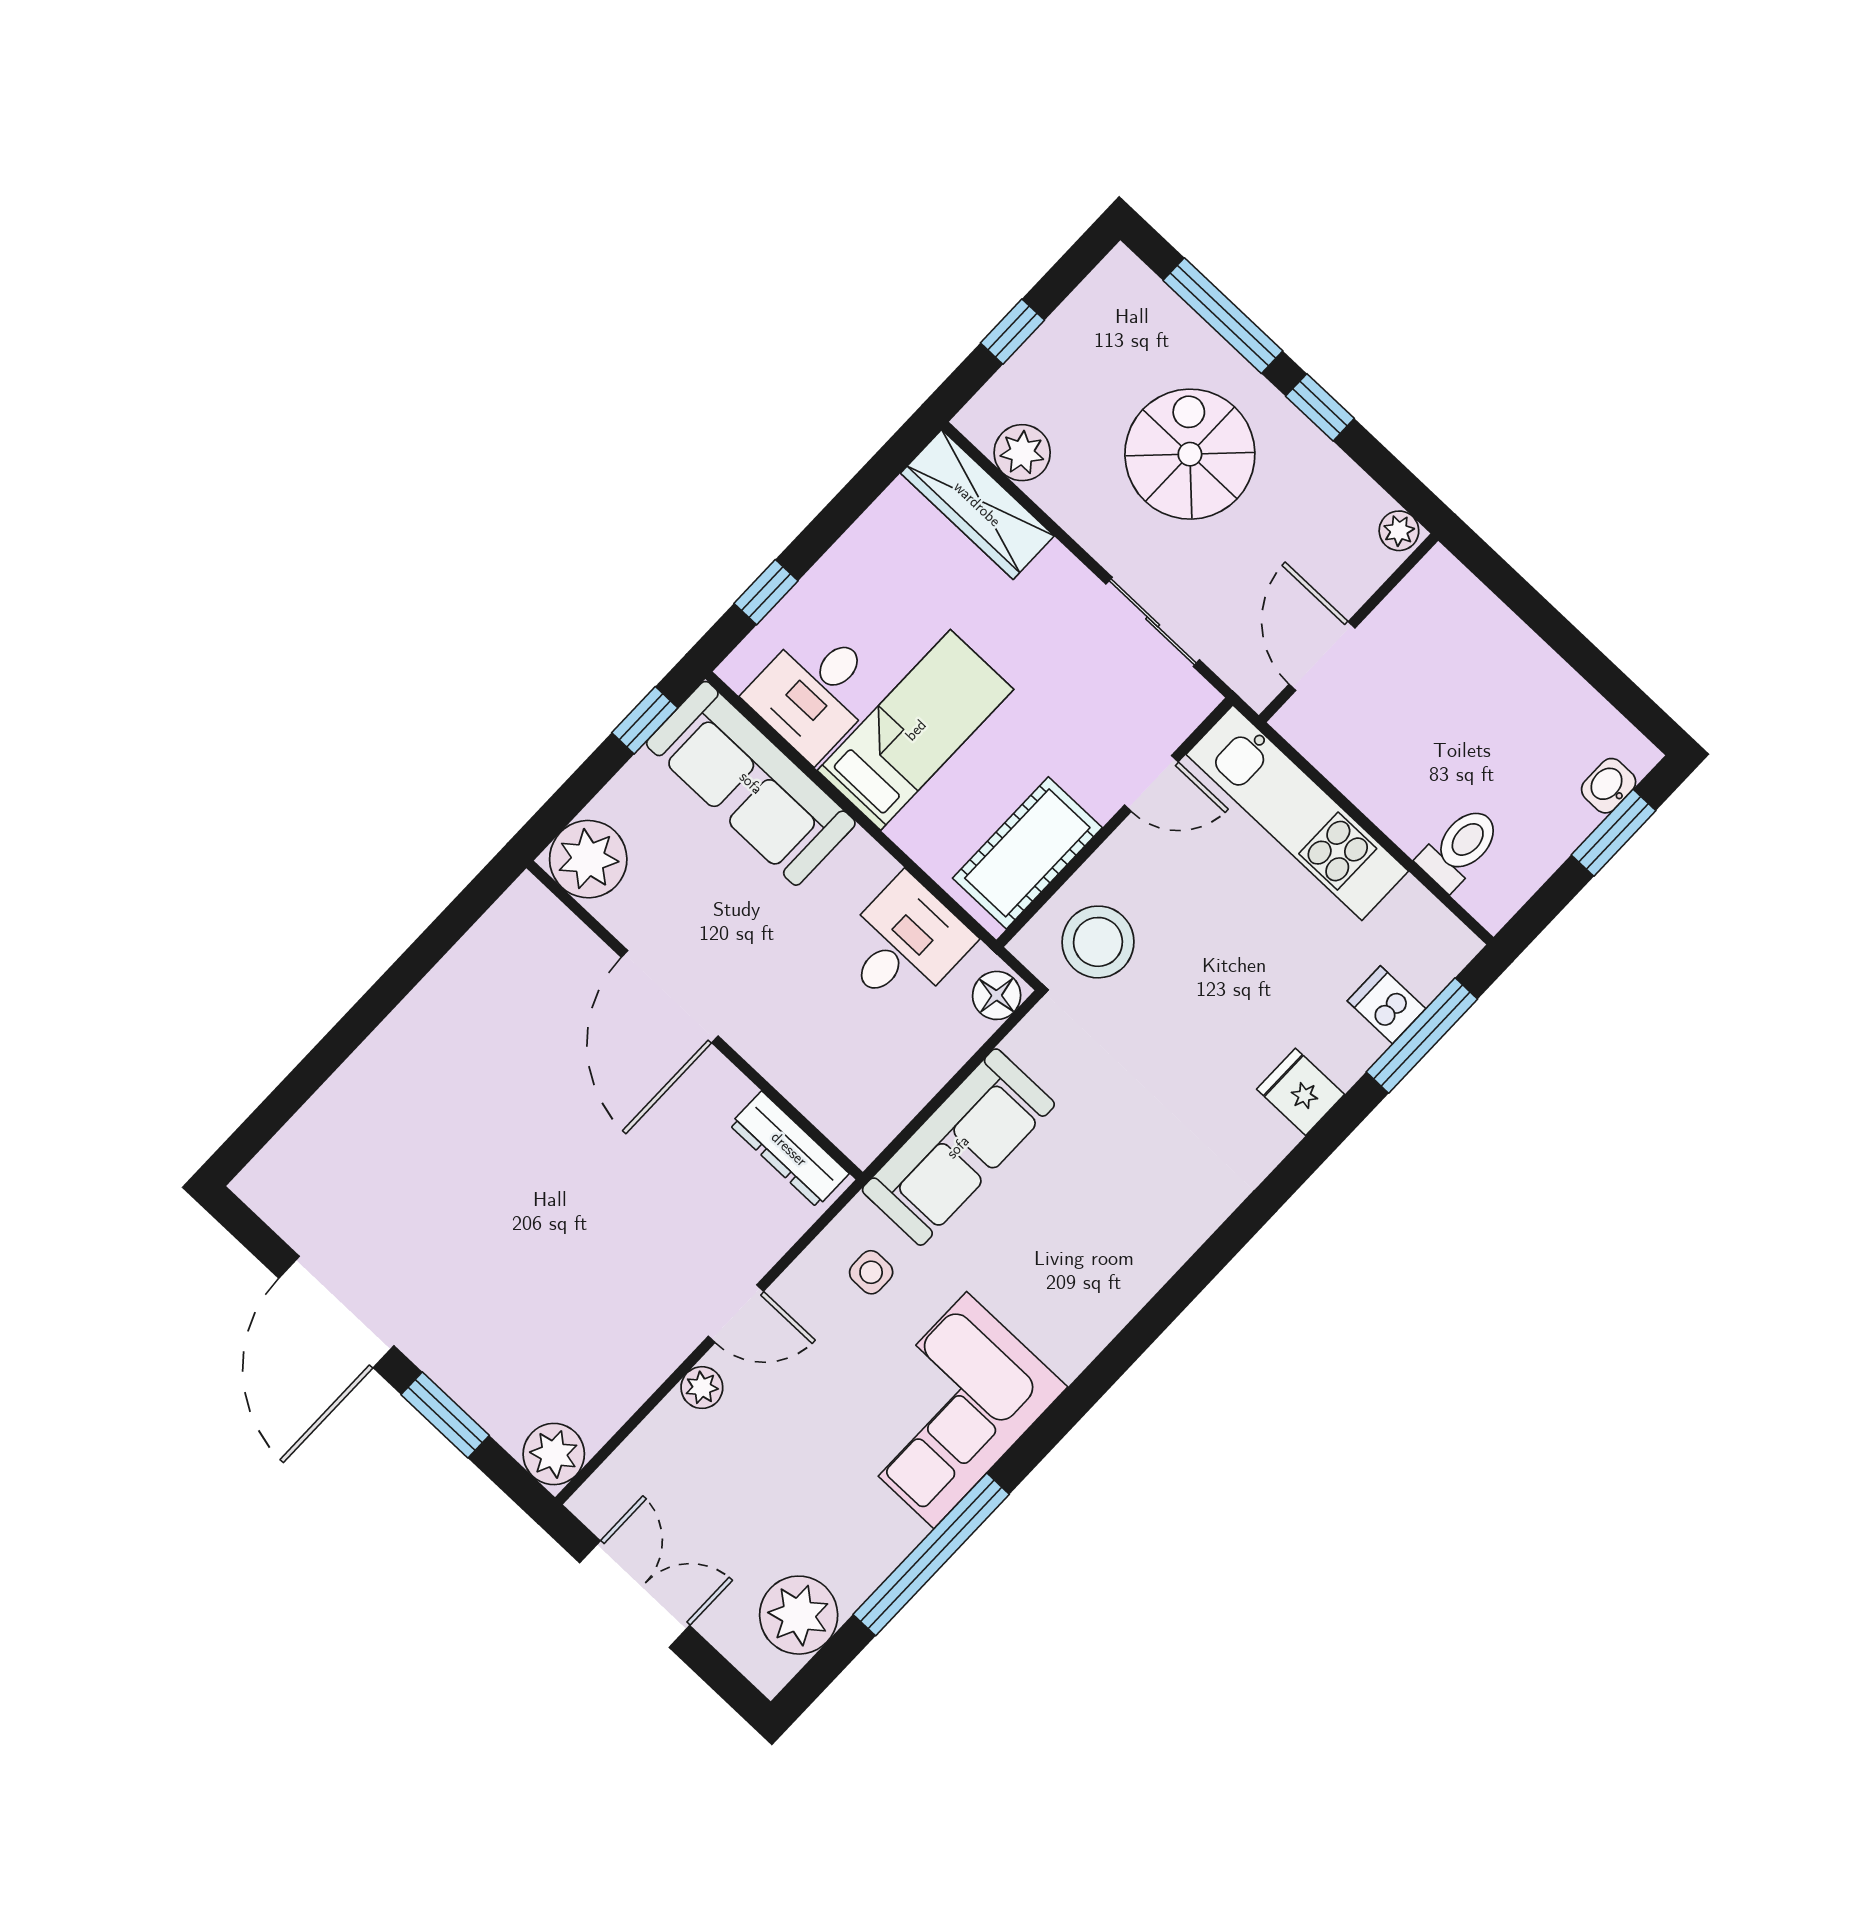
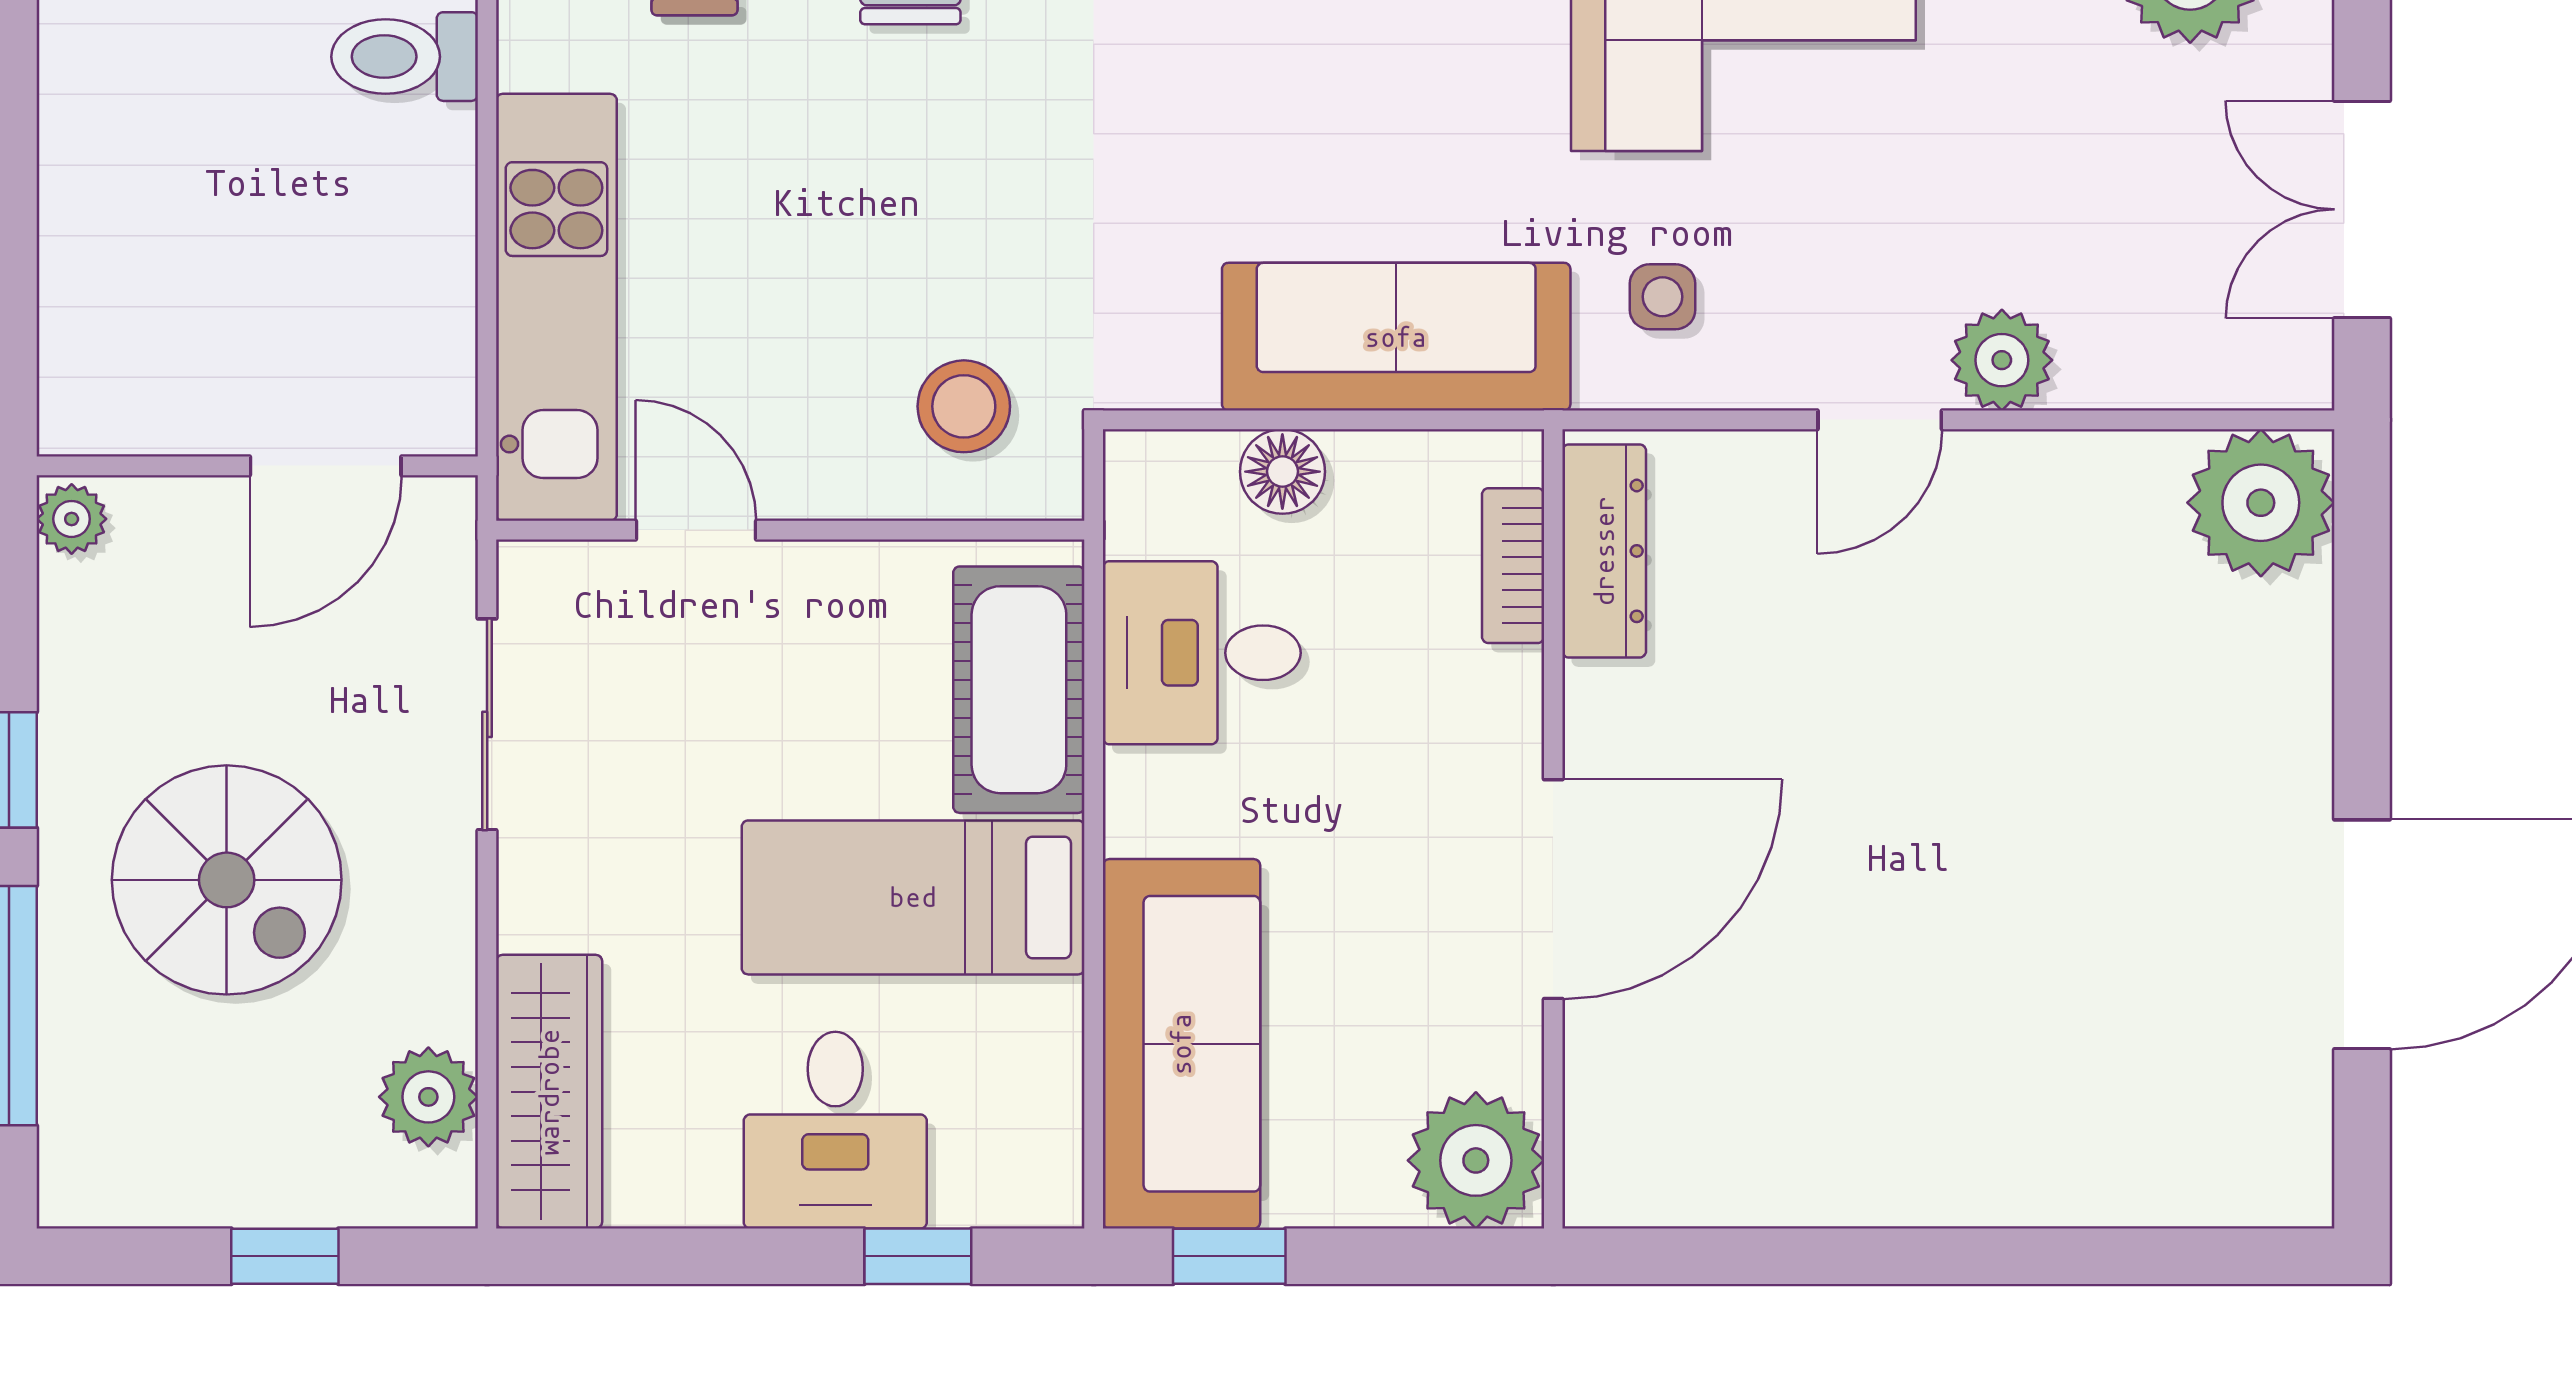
spiral stairs: (1190, 454) -> (227, 880), turned -90
desk: (815, 691) -> (835, 1130), moved, turned 90
cot: (1027, 853) -> (1019, 690), moved, turned 90
stool: (1098, 942) -> (964, 406), width x0.73, depth x0.73
floor lamp: (997, 995) -> (1282, 472), moved
bookcase: (819, 1106) -> (1513, 566), added
door: (736, 1314) -> (1880, 420), swing flipped
plant: (702, 1388) -> (2002, 360), width x1.38, depth x1.38
window: (445, 1415) -> (2362, 670), removed
plant: (554, 1454) -> (2261, 503), width x1.36, depth x1.36

